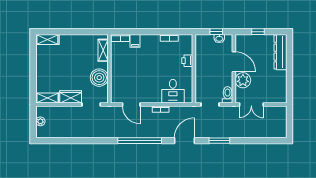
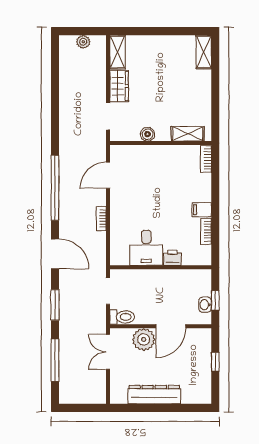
filing cabinet: (135, 41) -> (202, 210), moved
dresser: (280, 52) -> (154, 395), moved
boiler: (99, 78) -> (148, 134), width x0.54, depth x0.54
desk: (173, 91) -> (146, 248), moved, turned -90
window: (257, 141) -> (55, 360), added

